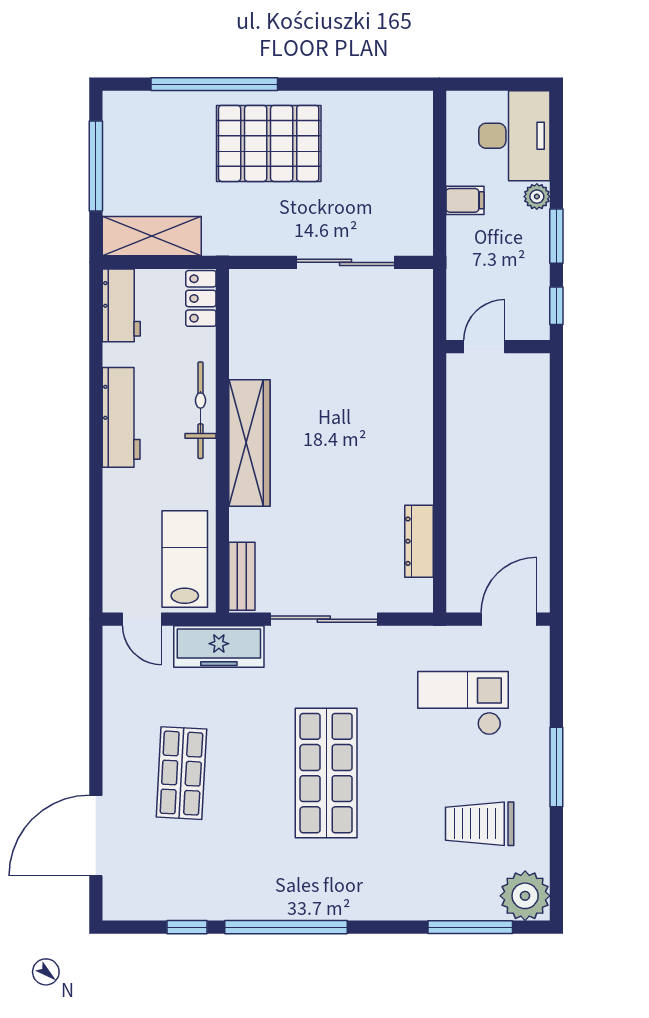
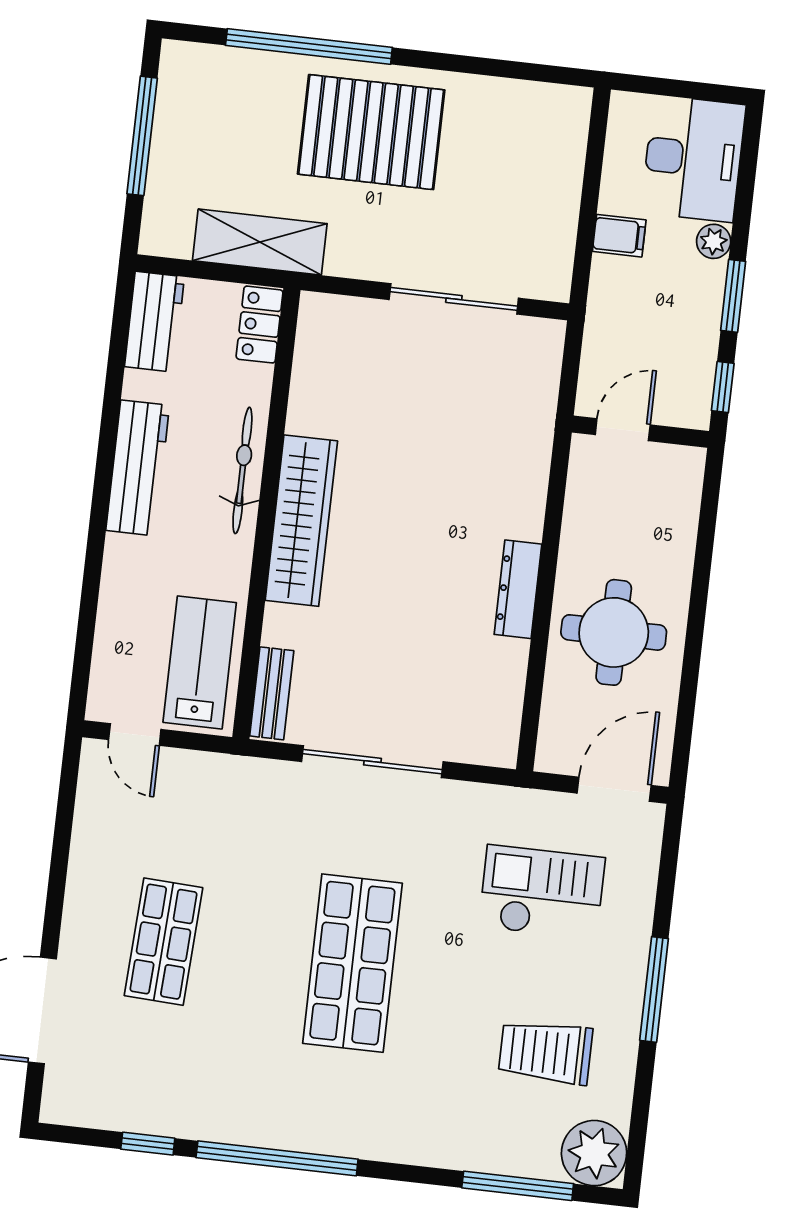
shelving: (152, 236) -> (260, 242), moved
round table: (495, 501) -> (614, 632), added
dresser: (419, 541) -> (518, 589), moved
freezer: (219, 646) -> (231, 782), removed

